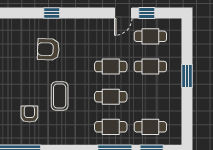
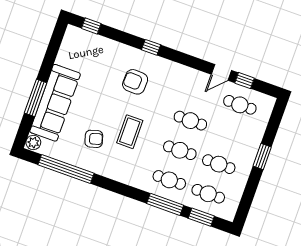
cafe table: (150, 67) -> (219, 164), moved
armchair: (29, 114) -> (94, 139), turned 74

